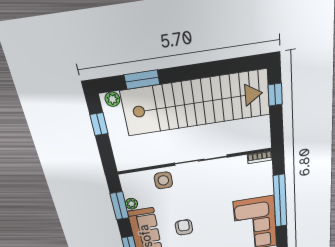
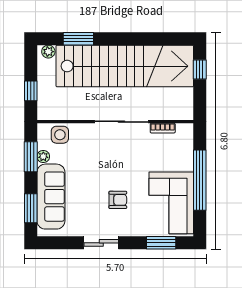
window: (99, 124) -> (31, 91), moved
bookcase: (260, 157) -> (163, 128), moved
side table: (163, 180) -> (60, 135), moved
armchair: (184, 227) -> (118, 200), moved, turned 90

